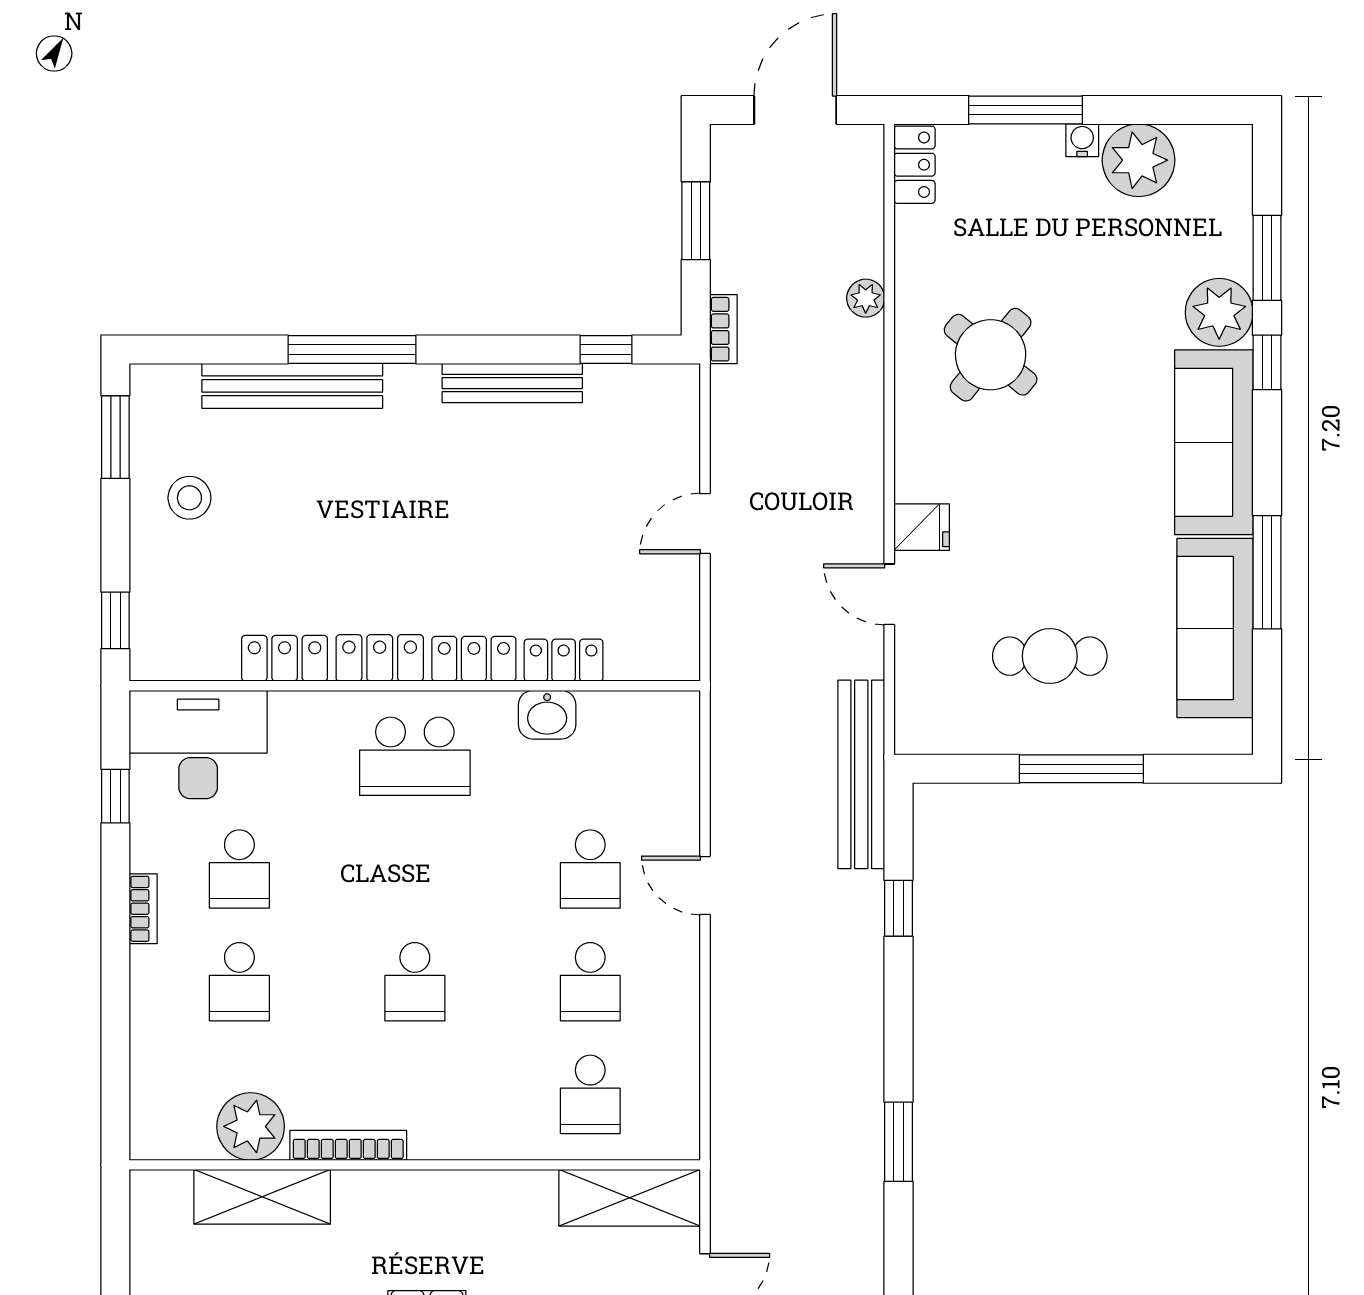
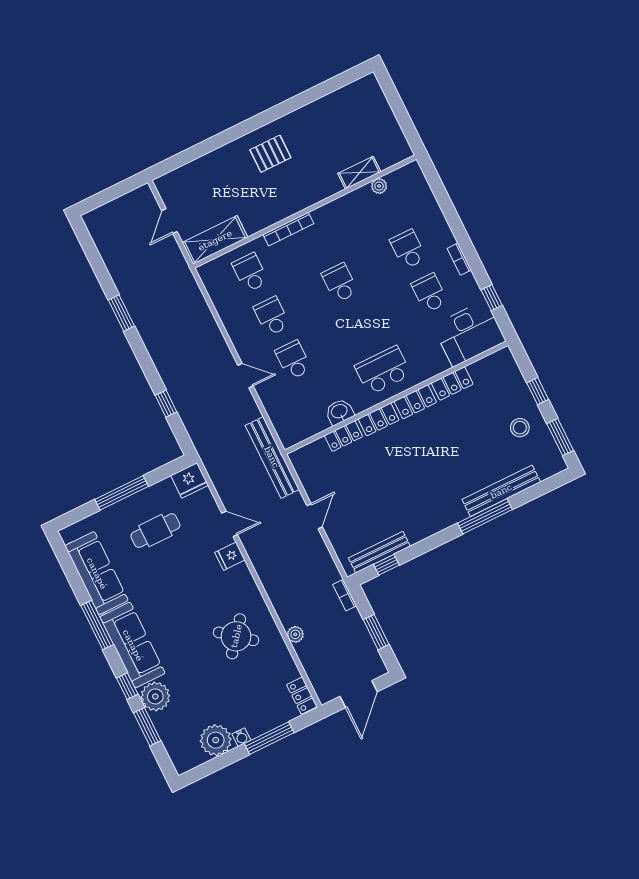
bench: (512, 383) -> (379, 552), moved
window: (1267, 572) -> (97, 625), moved
window: (115, 620) -> (538, 391), moved
fridge: (928, 725) -> (189, 480), added
bench: (861, 774) -> (272, 457), moved
plant: (251, 1126) -> (379, 186), width x0.53, depth x0.53
bookcase: (348, 1145) -> (288, 229), moved
shelving: (262, 1197) -> (359, 173), width x0.67, depth x0.75

